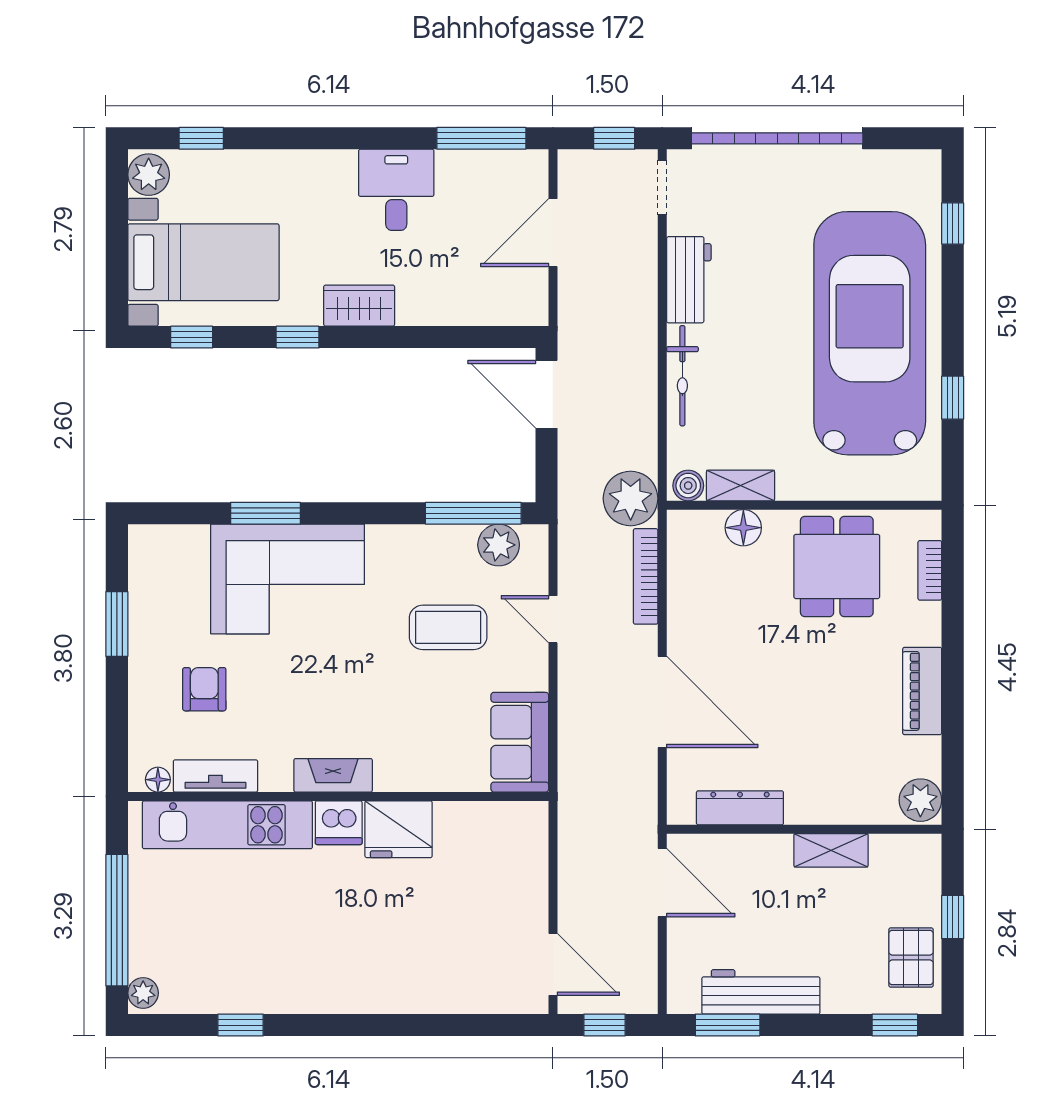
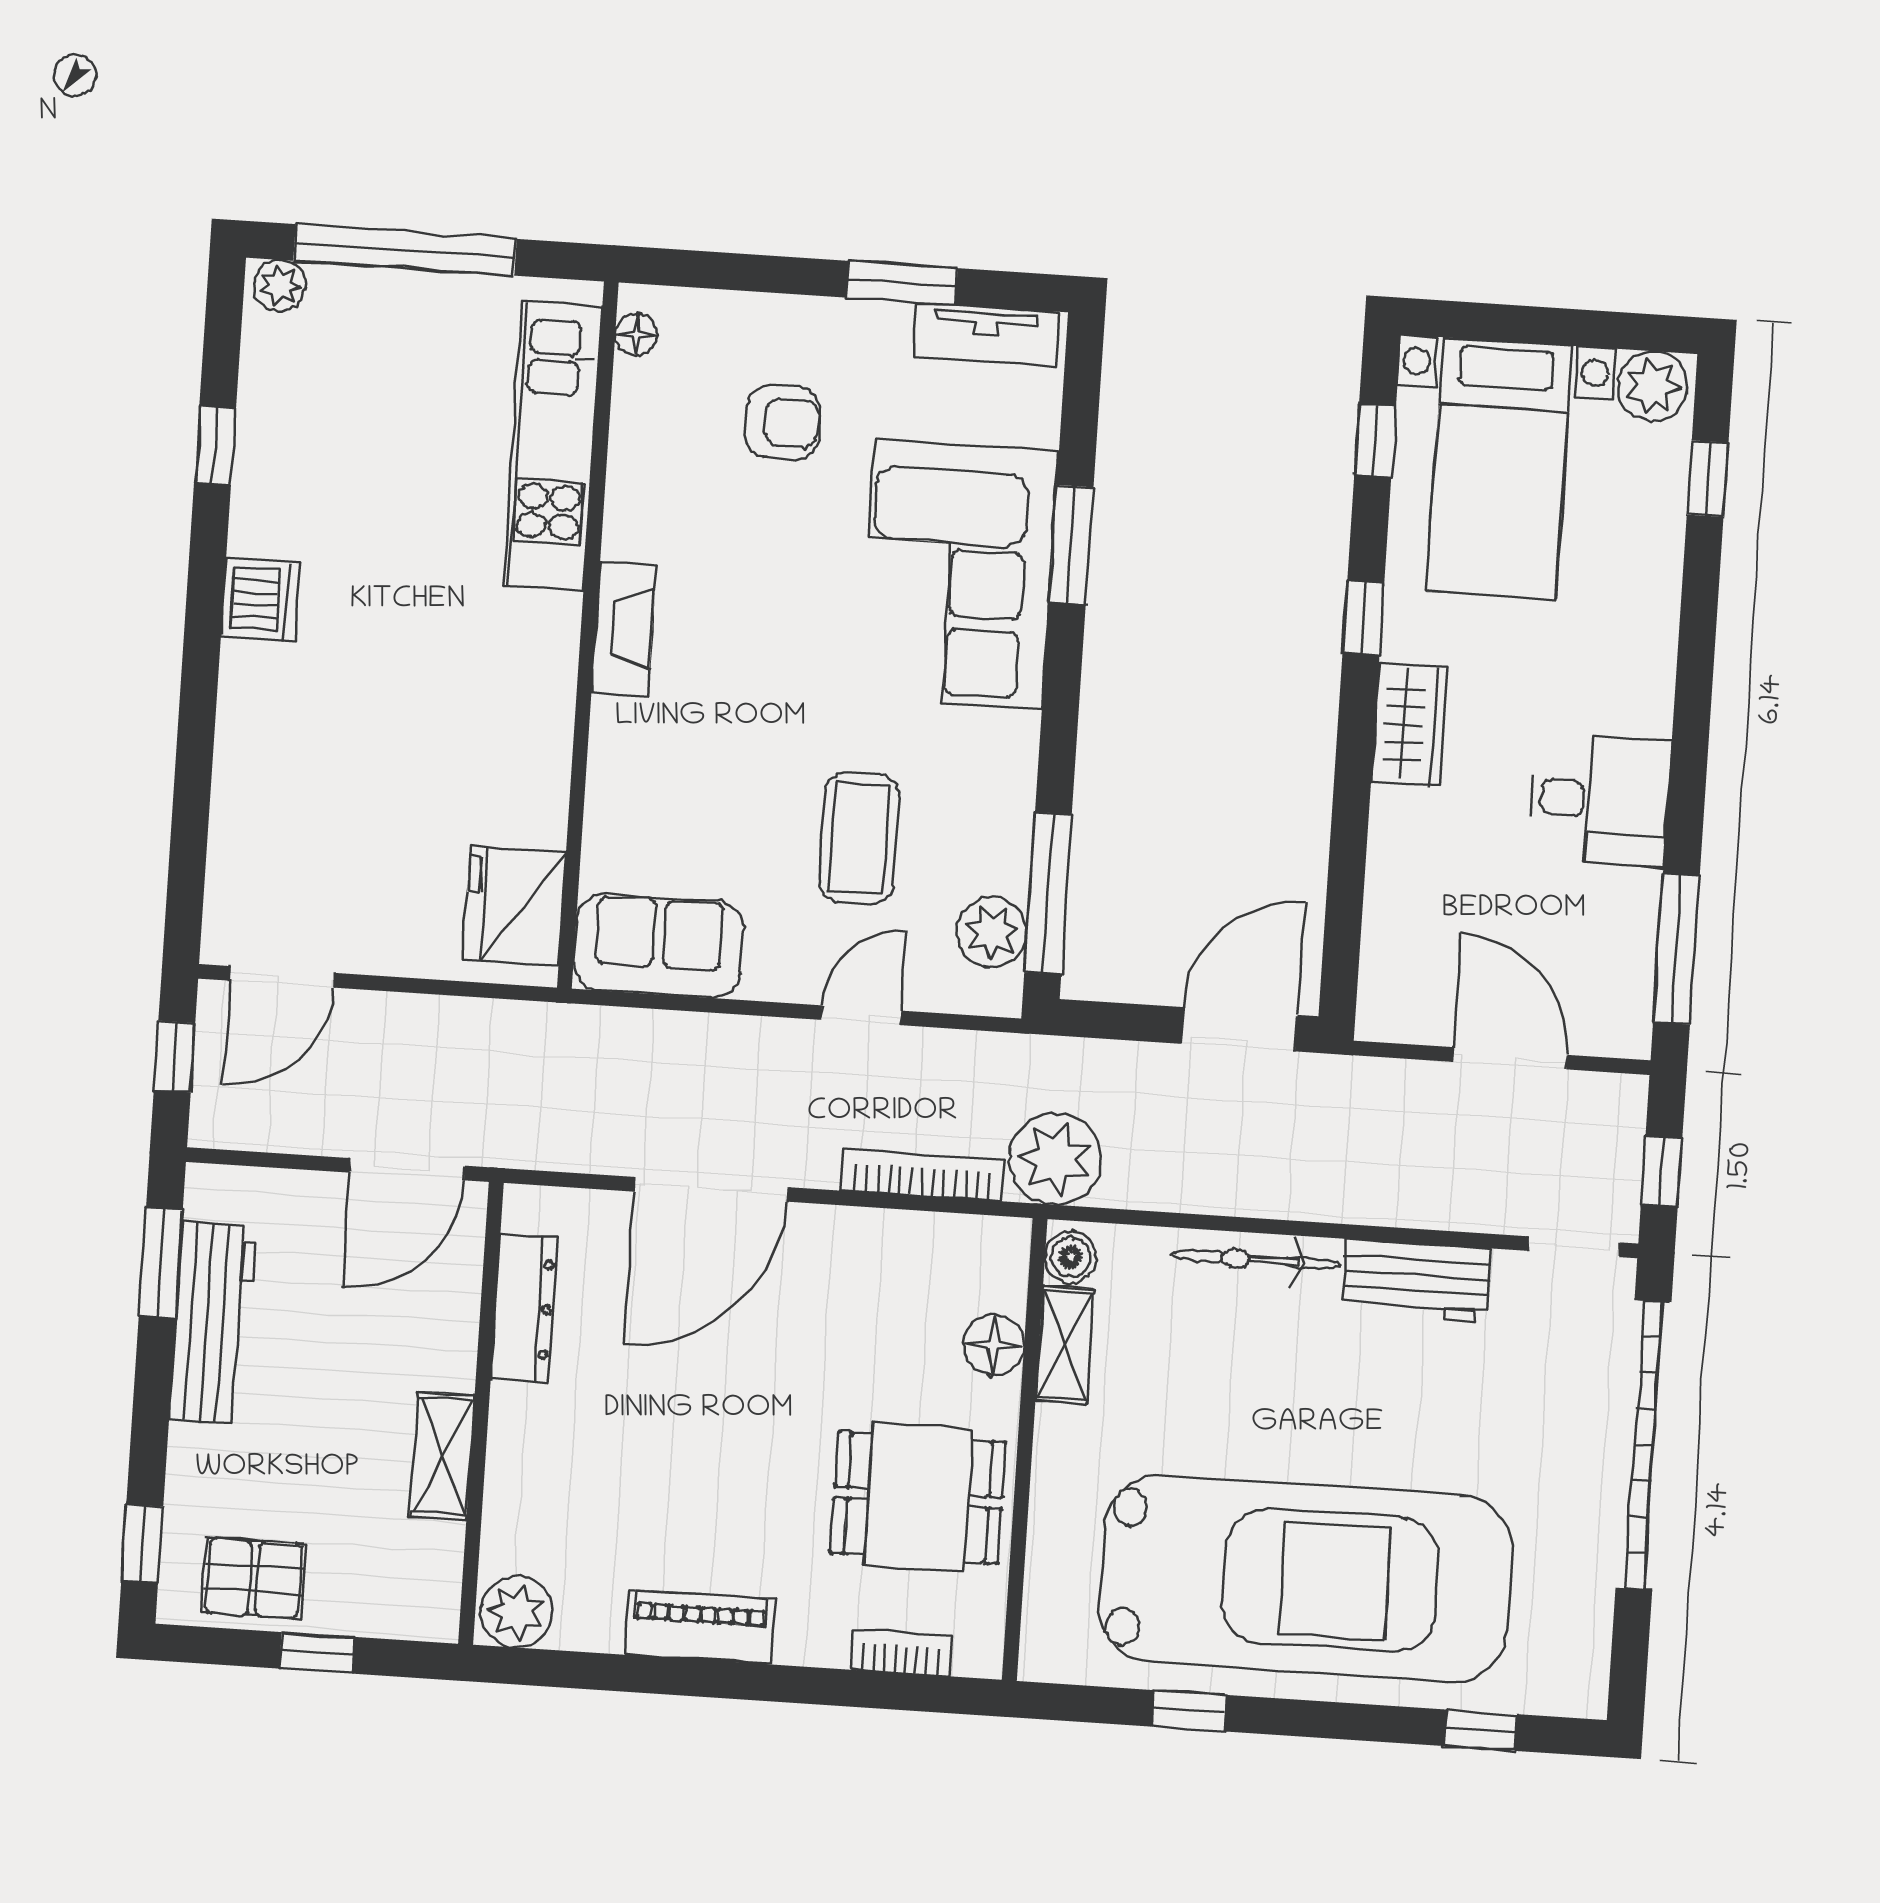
tv unit: (215, 776) -> (986, 334), moved, turned 90
dishwasher: (339, 823) -> (260, 599), moved, turned 180
fridge: (399, 829) -> (514, 906), moved

